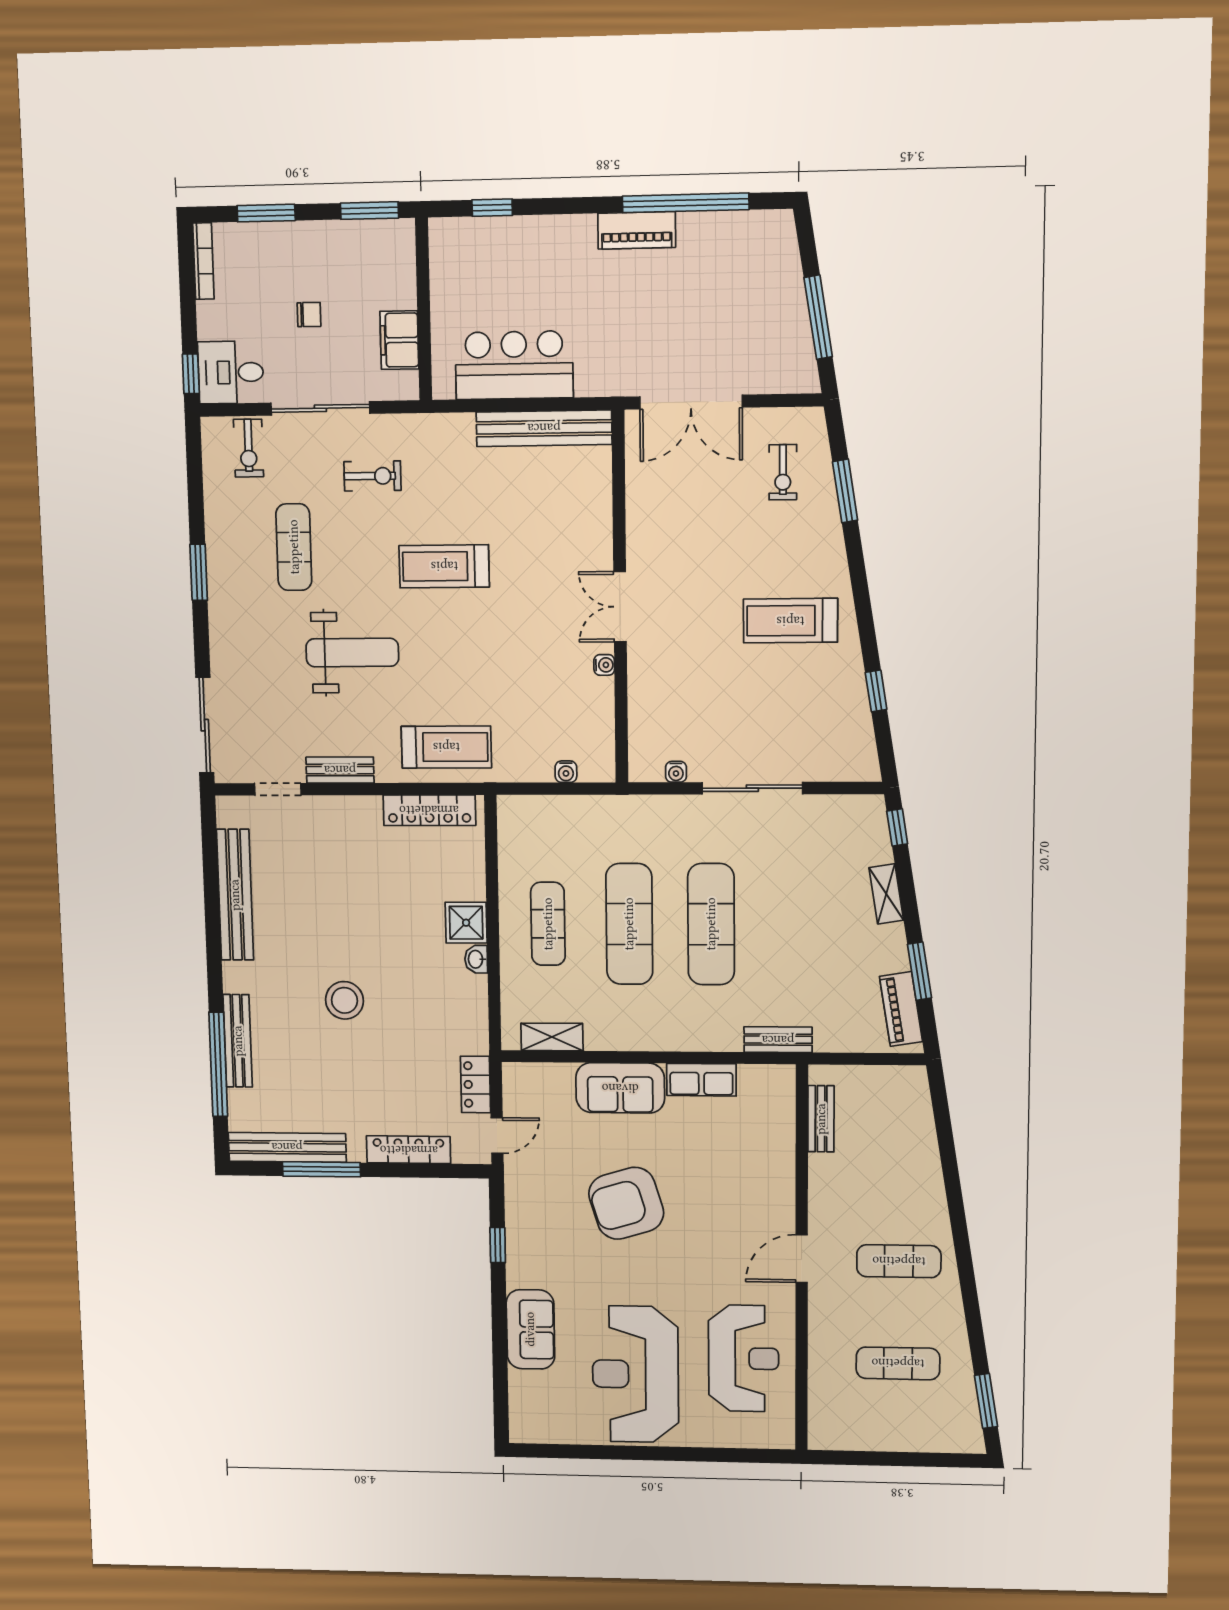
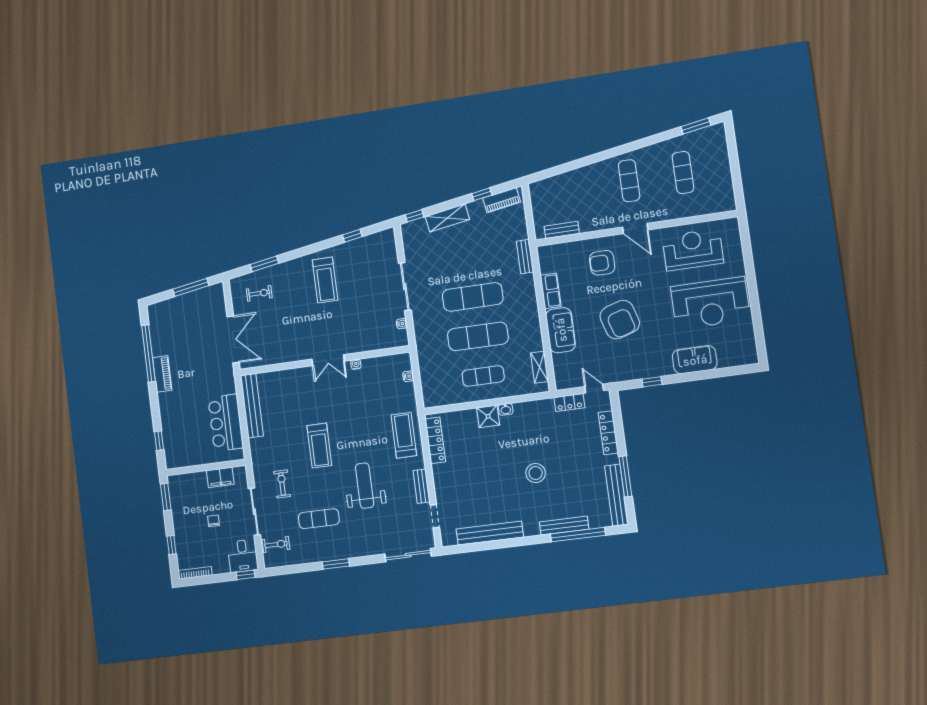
window: (266, 213) -> (171, 545), width x0.67
shelving: (886, 894) -> (447, 218), width x1.50, depth x1.33
window: (919, 971) -> (482, 194), width x0.67
armchair: (743, 1187) -> (602, 263), added

